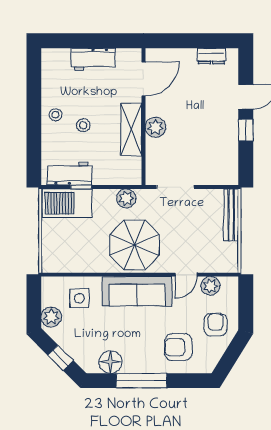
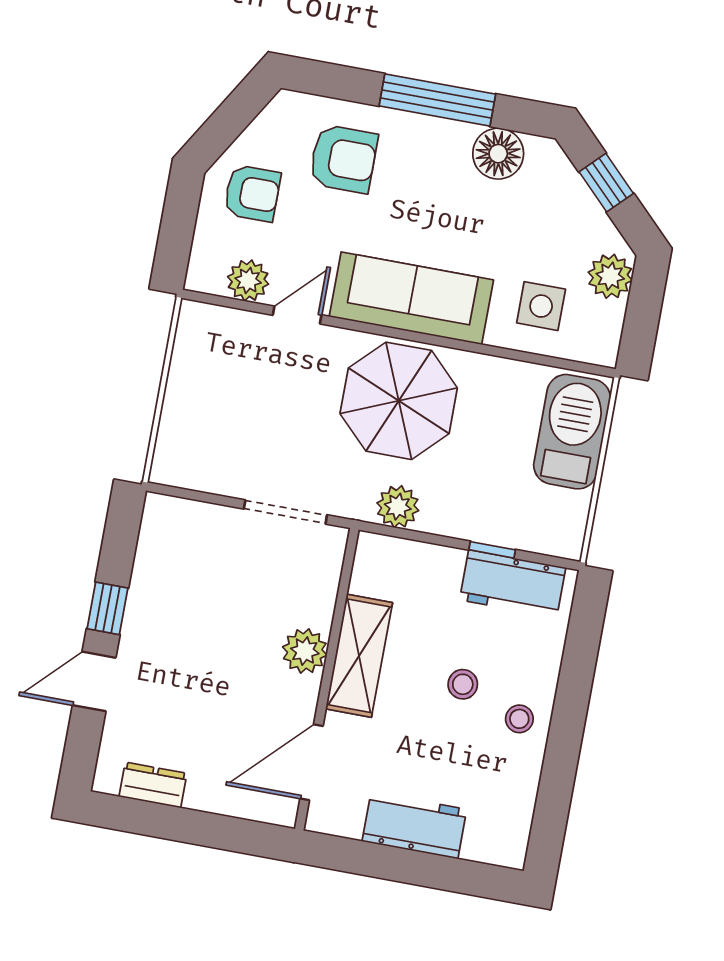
barbecue: (67, 203) -> (572, 432), moved, turned -90
bench: (231, 215) -> (174, 428), removed
armchair: (216, 325) -> (252, 193), turned -90

